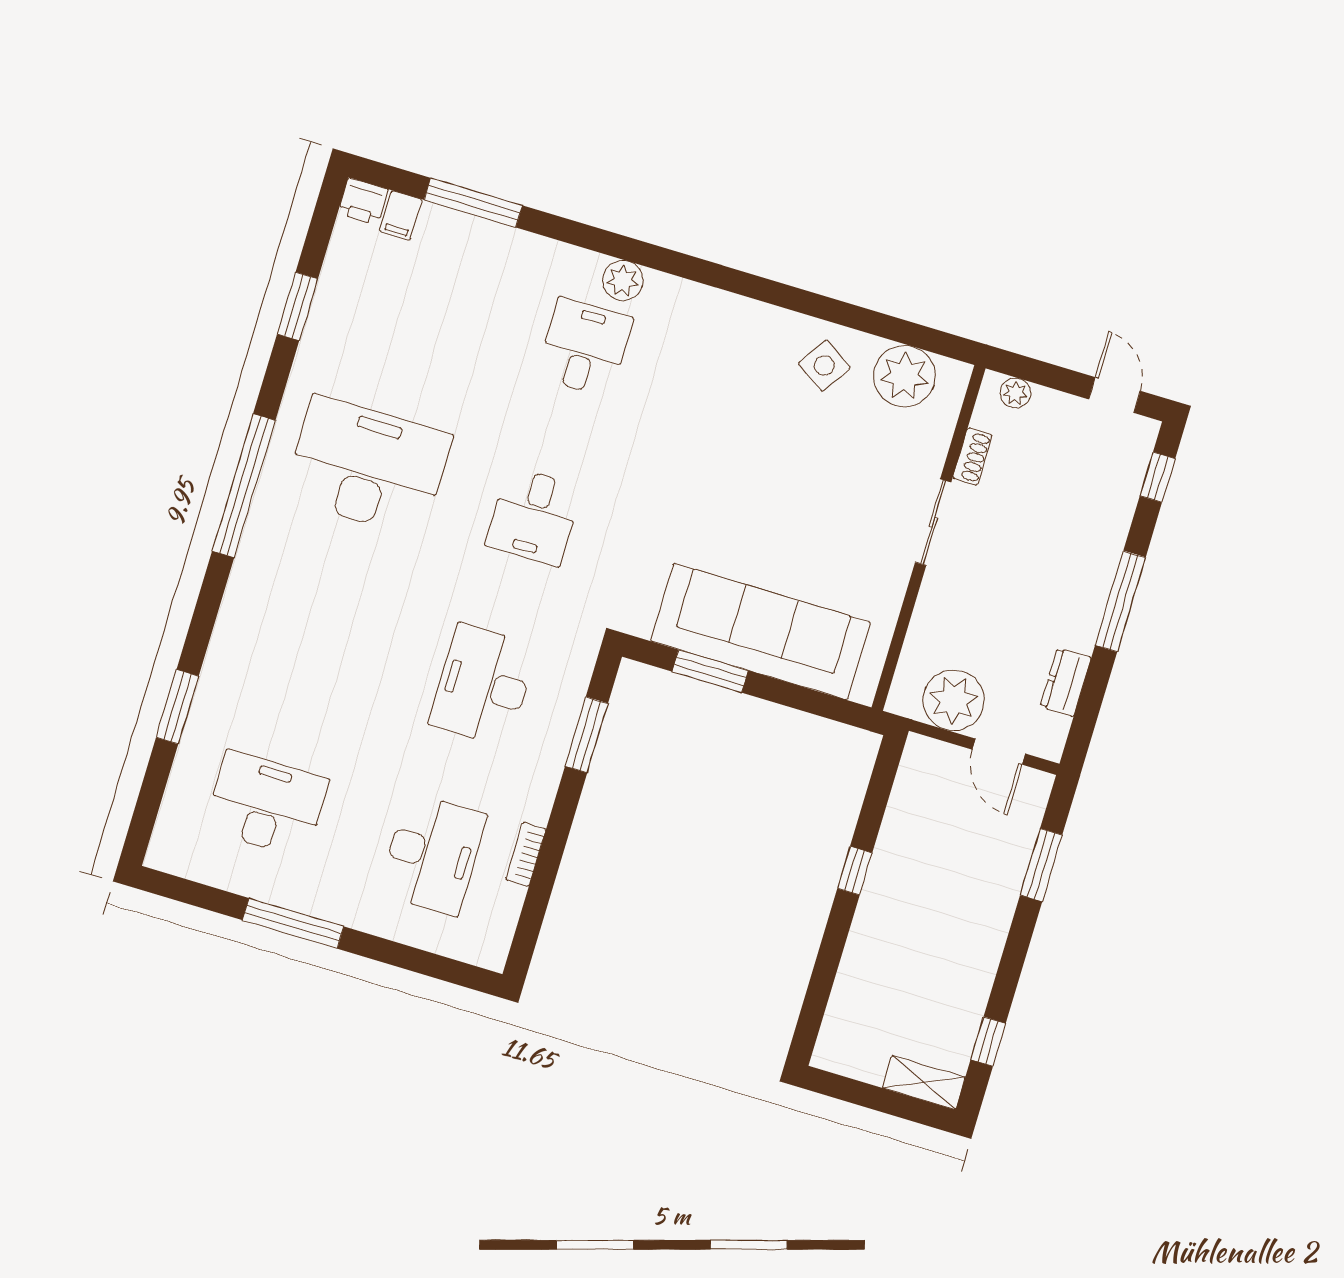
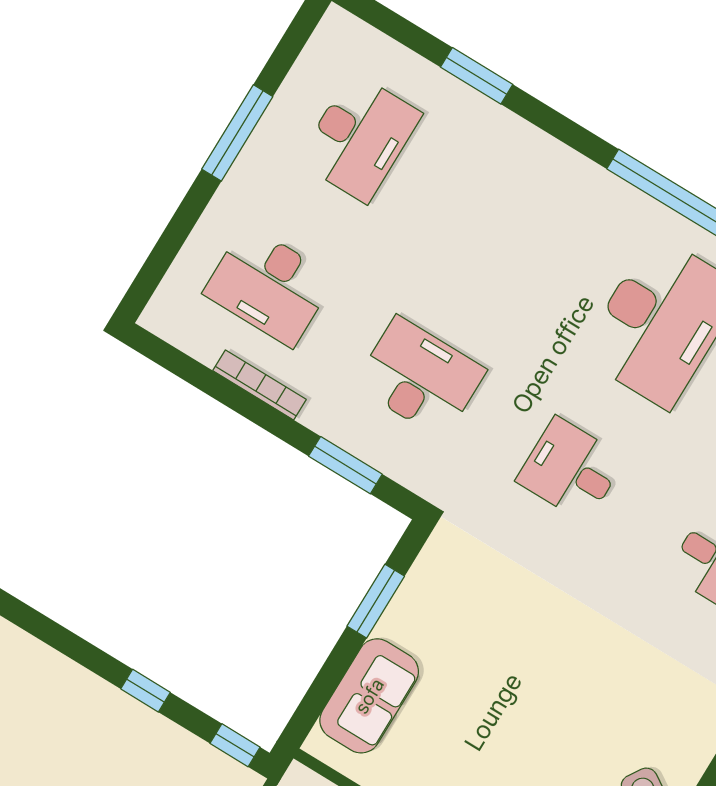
sofa: (761, 632) -> (369, 696), width x0.54, depth x0.79
window: (885, 770) -> (235, 745), added
bookcase: (526, 854) -> (260, 385), width x1.56

